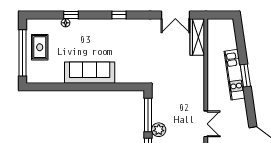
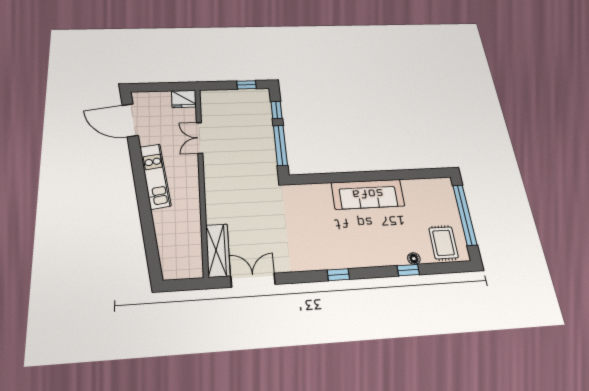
rug: (40, 47) -> (443, 243), moved
kitchen unit: (235, 75) -> (155, 176), moved
window: (245, 75) -> (144, 201), removed
plant: (159, 130) -> (264, 129), removed

